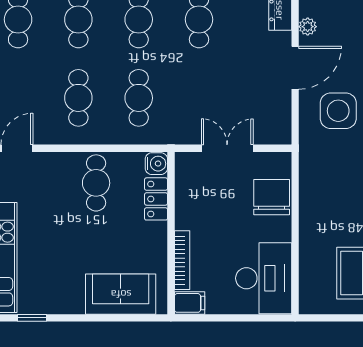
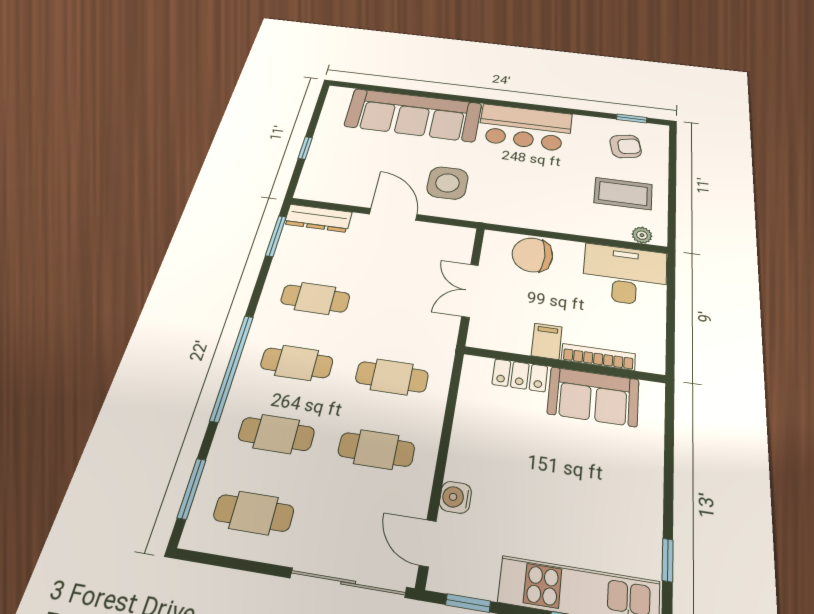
plant: (308, 27) -> (642, 235), moved
water cooler: (156, 164) -> (455, 497), moved, turned -90
cafe table: (96, 183) -> (490, 444), removed
sofa: (121, 294) -> (593, 396), moved, turned -90
filing cabinet: (190, 303) -> (547, 341), moved

